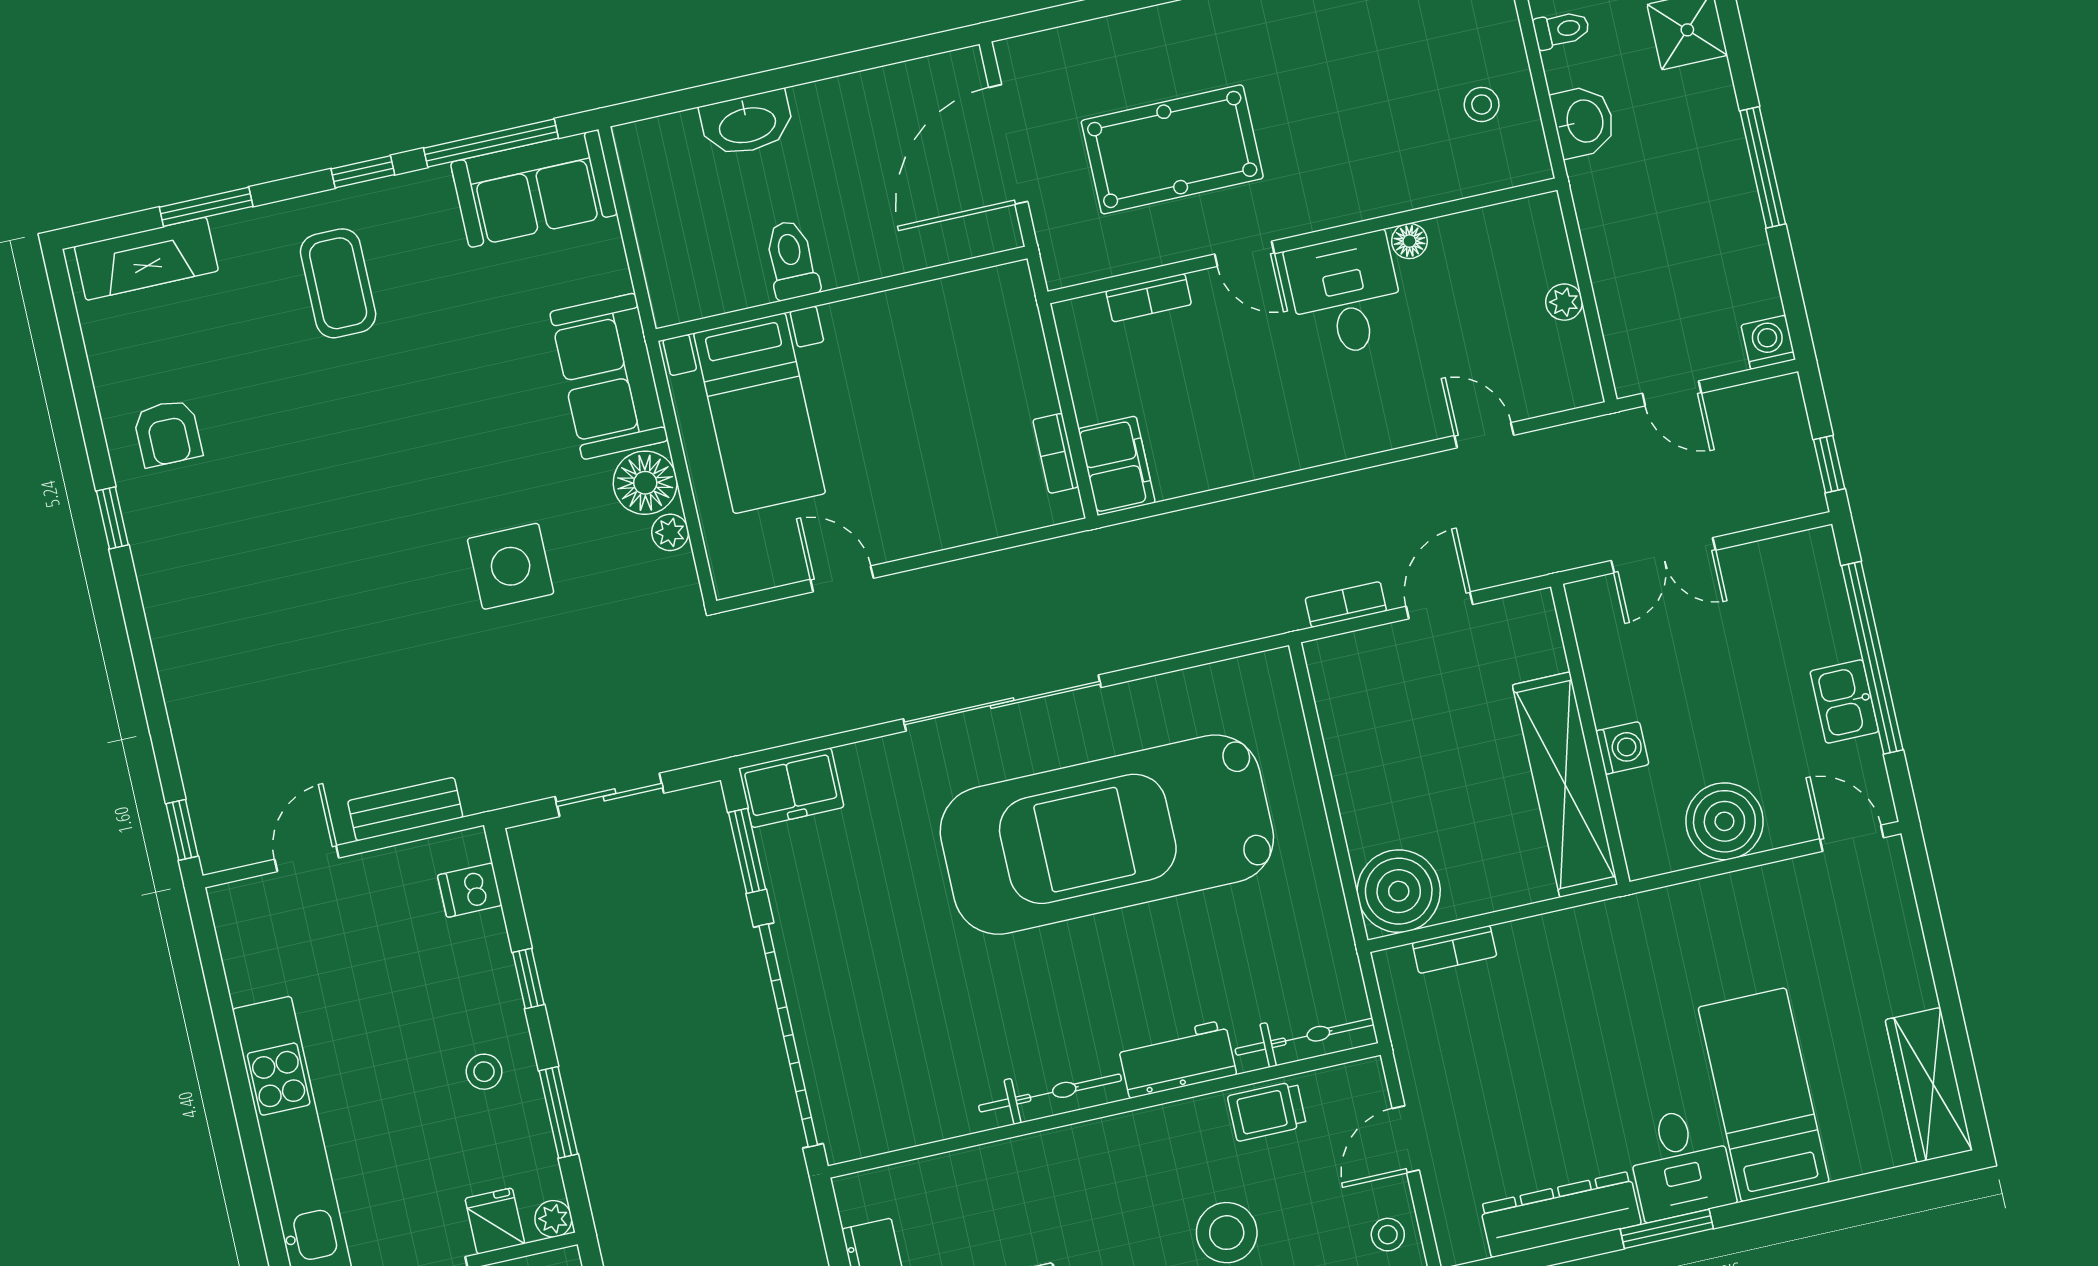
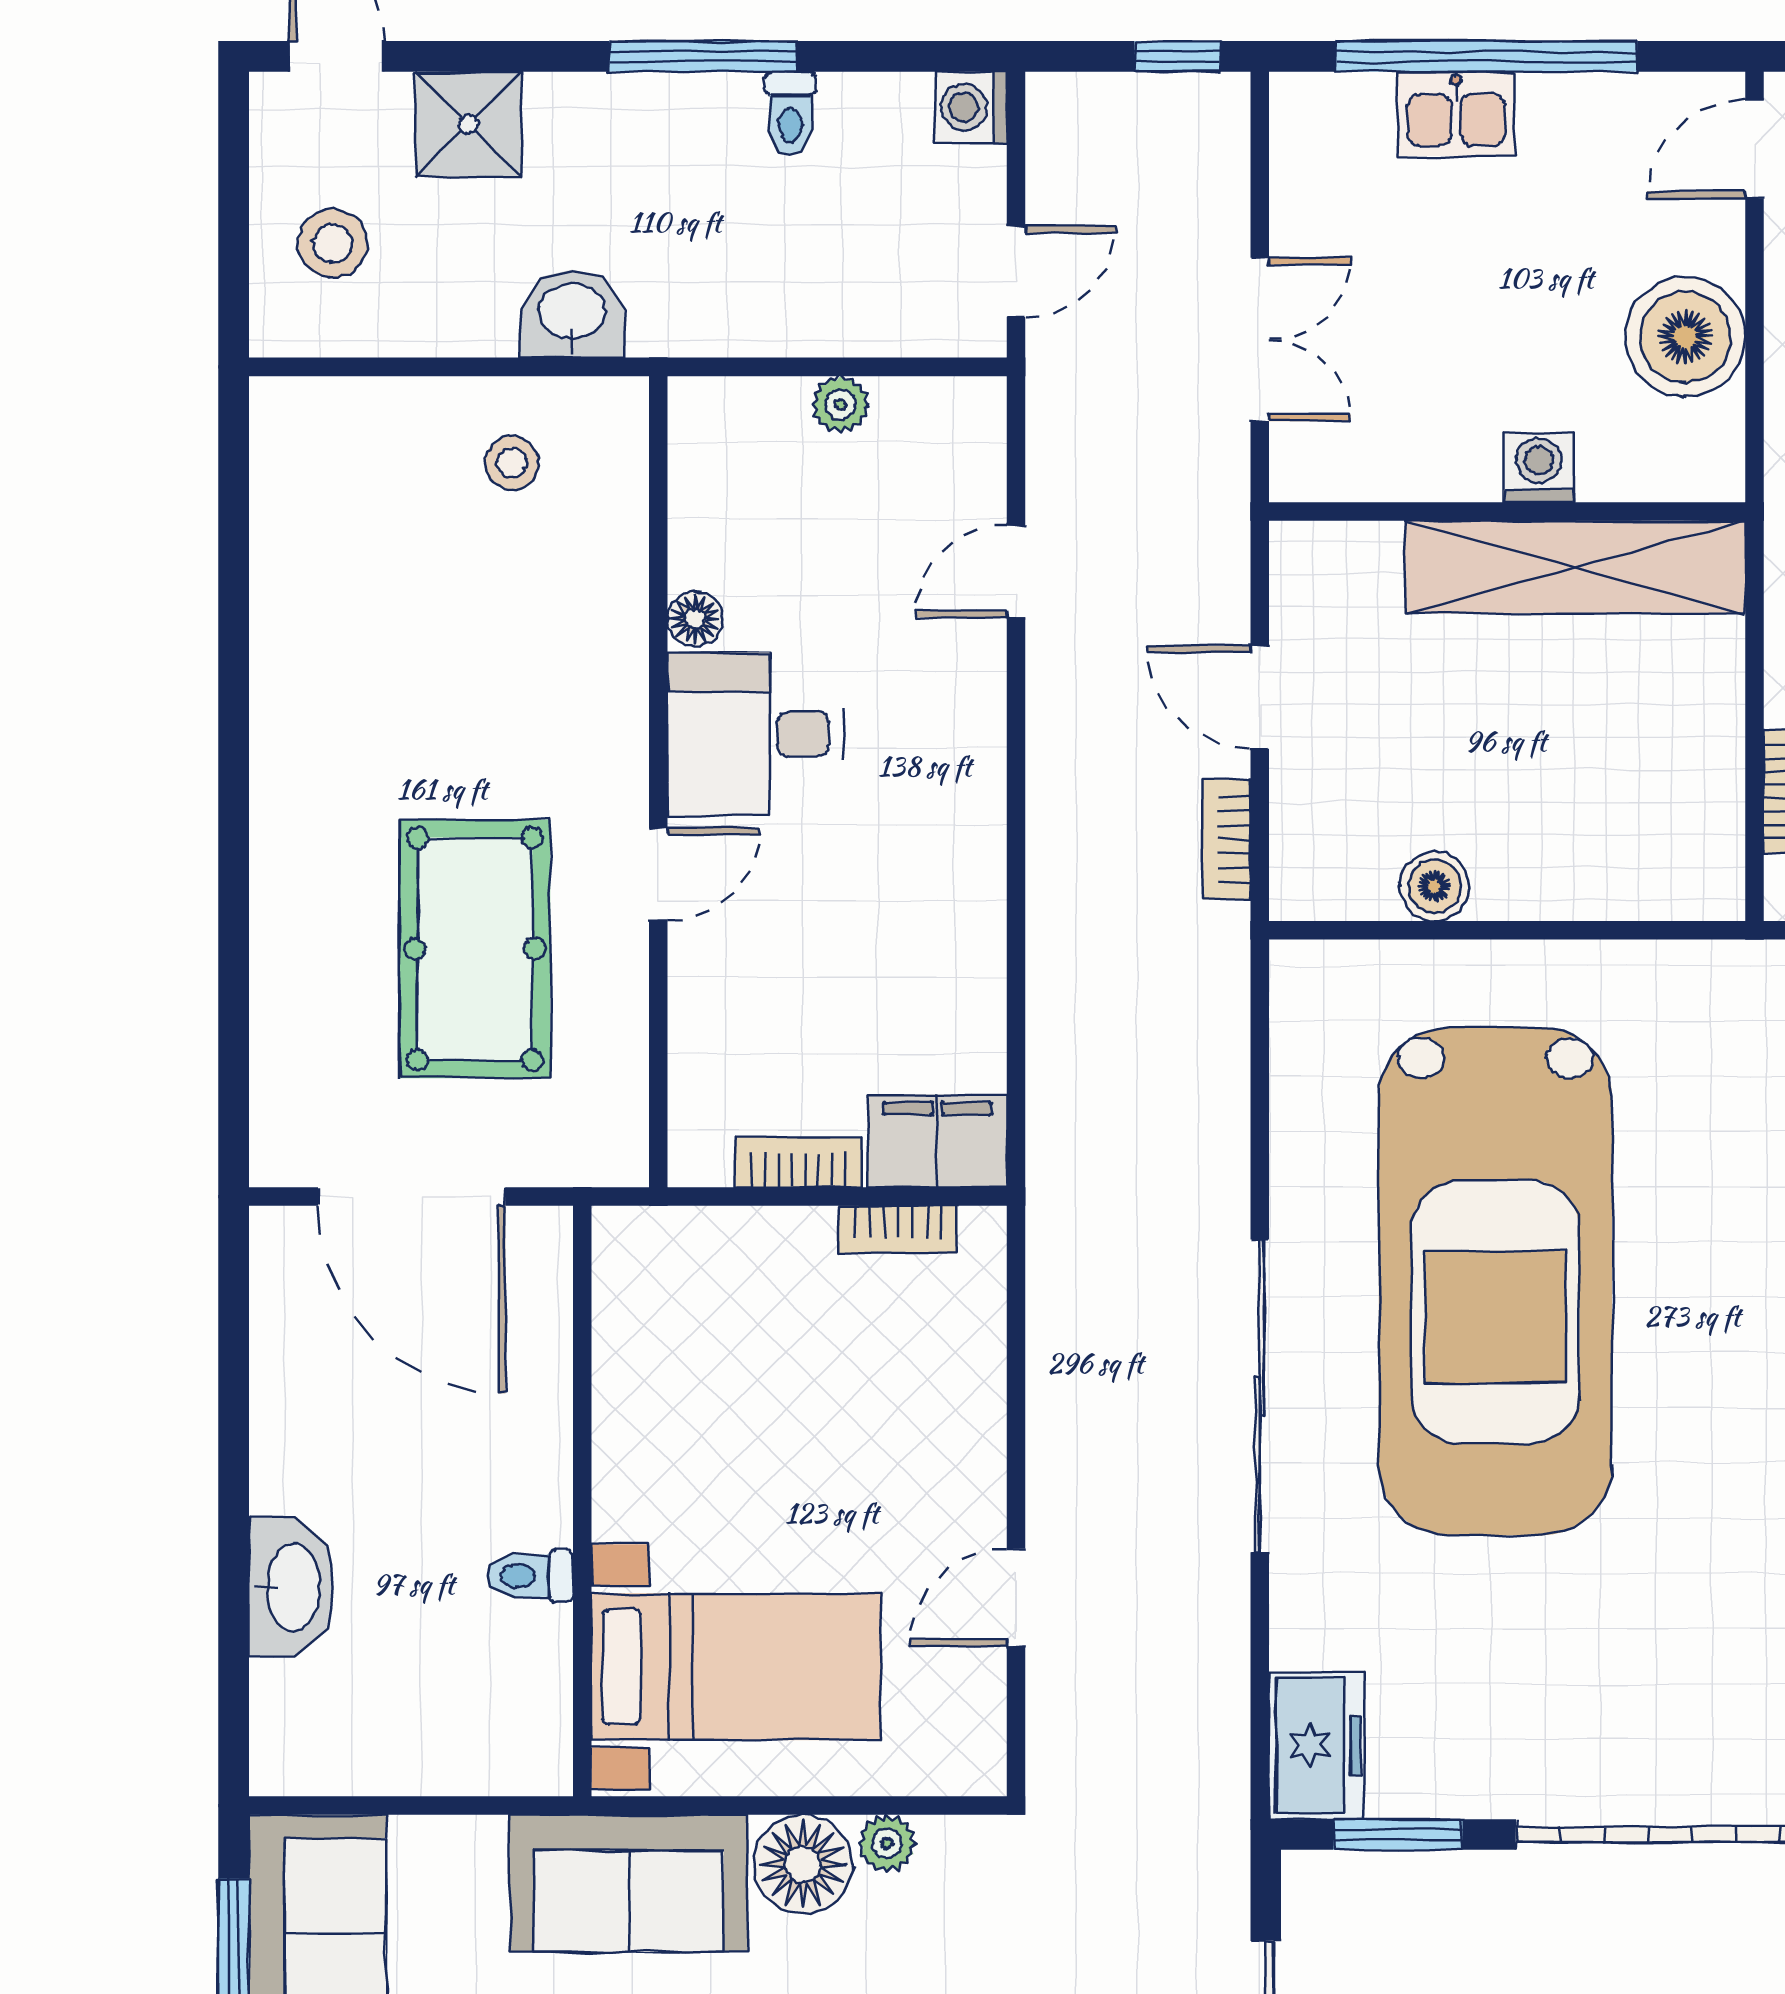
toilet: (1561, 30) -> (790, 113), moved, turned 180
toilet: (791, 260) -> (530, 1576), width x0.73, depth x0.72
bookcase: (1149, 298) -> (798, 1162), moved, turned -90
kitchen sink: (1844, 702) -> (1456, 114), moved
boiler: (1399, 891) -> (1435, 886), moved, width x0.54, depth x0.54

